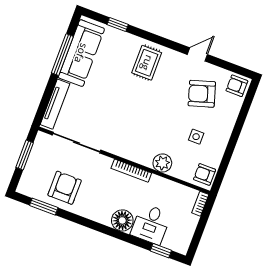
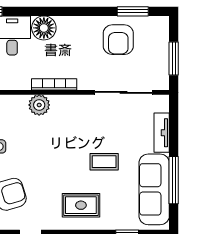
rug: (147, 63) -> (81, 205), turned 90
coffee table: (114, 91) -> (104, 162), added
tv unit: (55, 104) -> (162, 133), width x0.71
plant: (162, 163) -> (39, 105), moved

